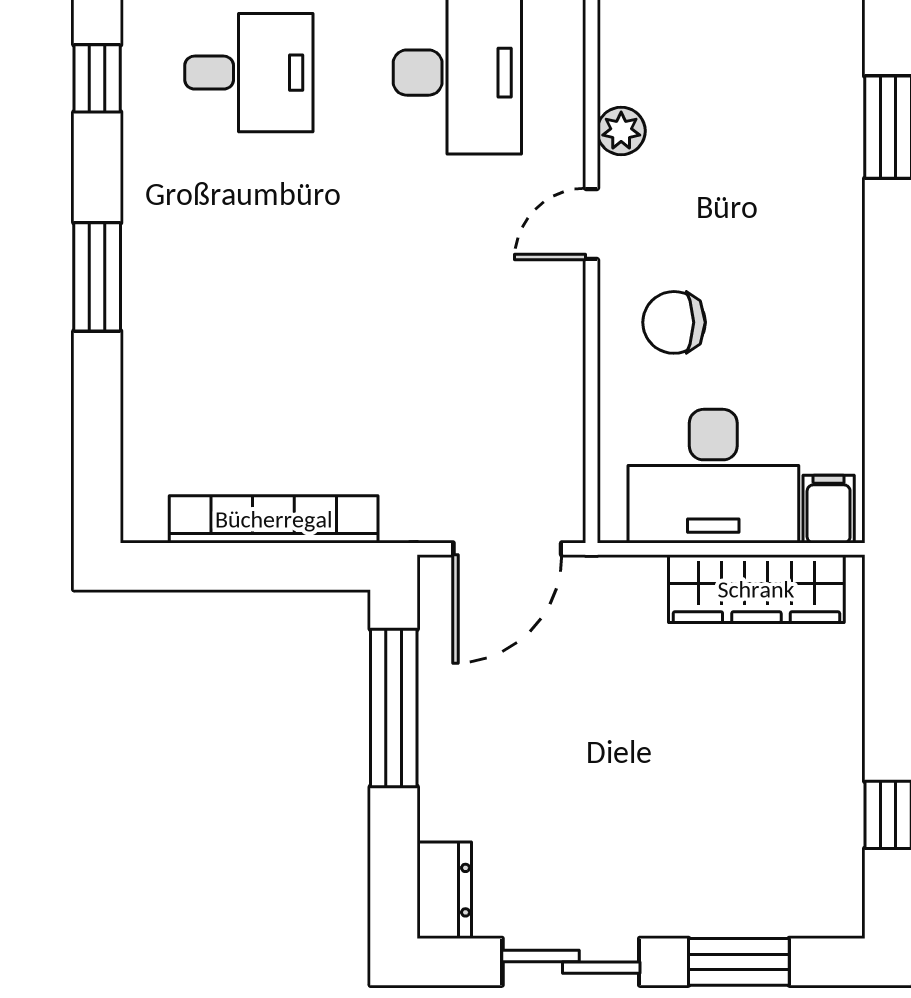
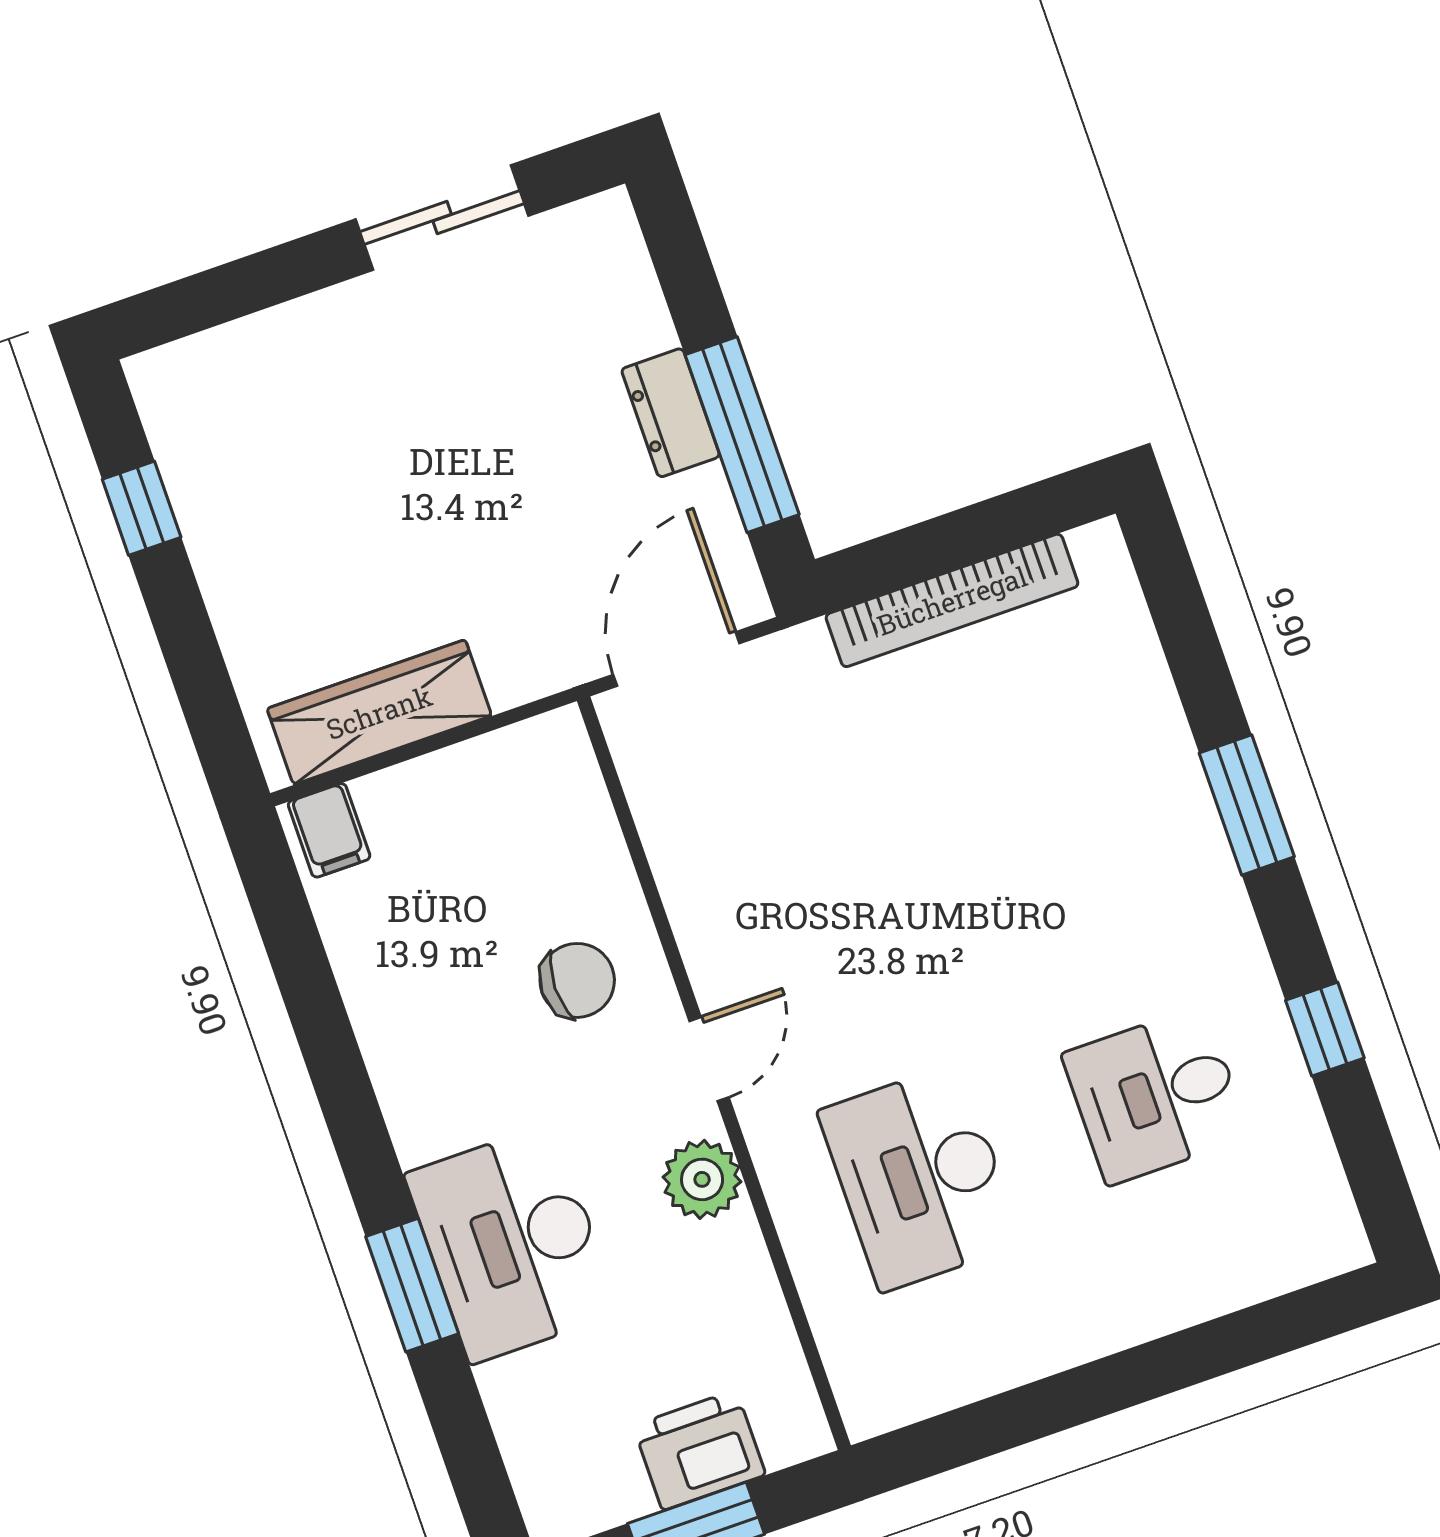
plant: (621, 131) -> (702, 1179), width x1.38, depth x1.38
desk: (713, 476) -> (512, 1244), moved, turned -90
dresser: (444, 890) -> (671, 413), moved
window: (739, 962) -> (252, 284), removed

